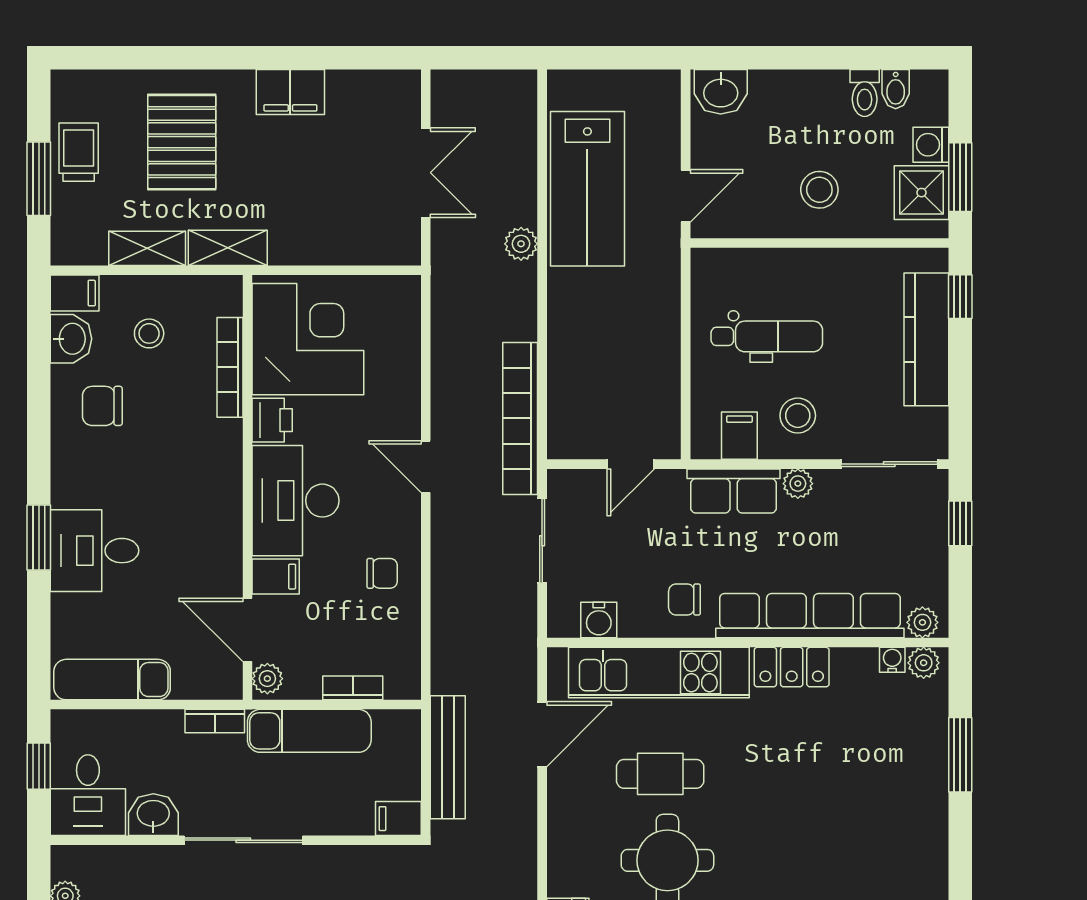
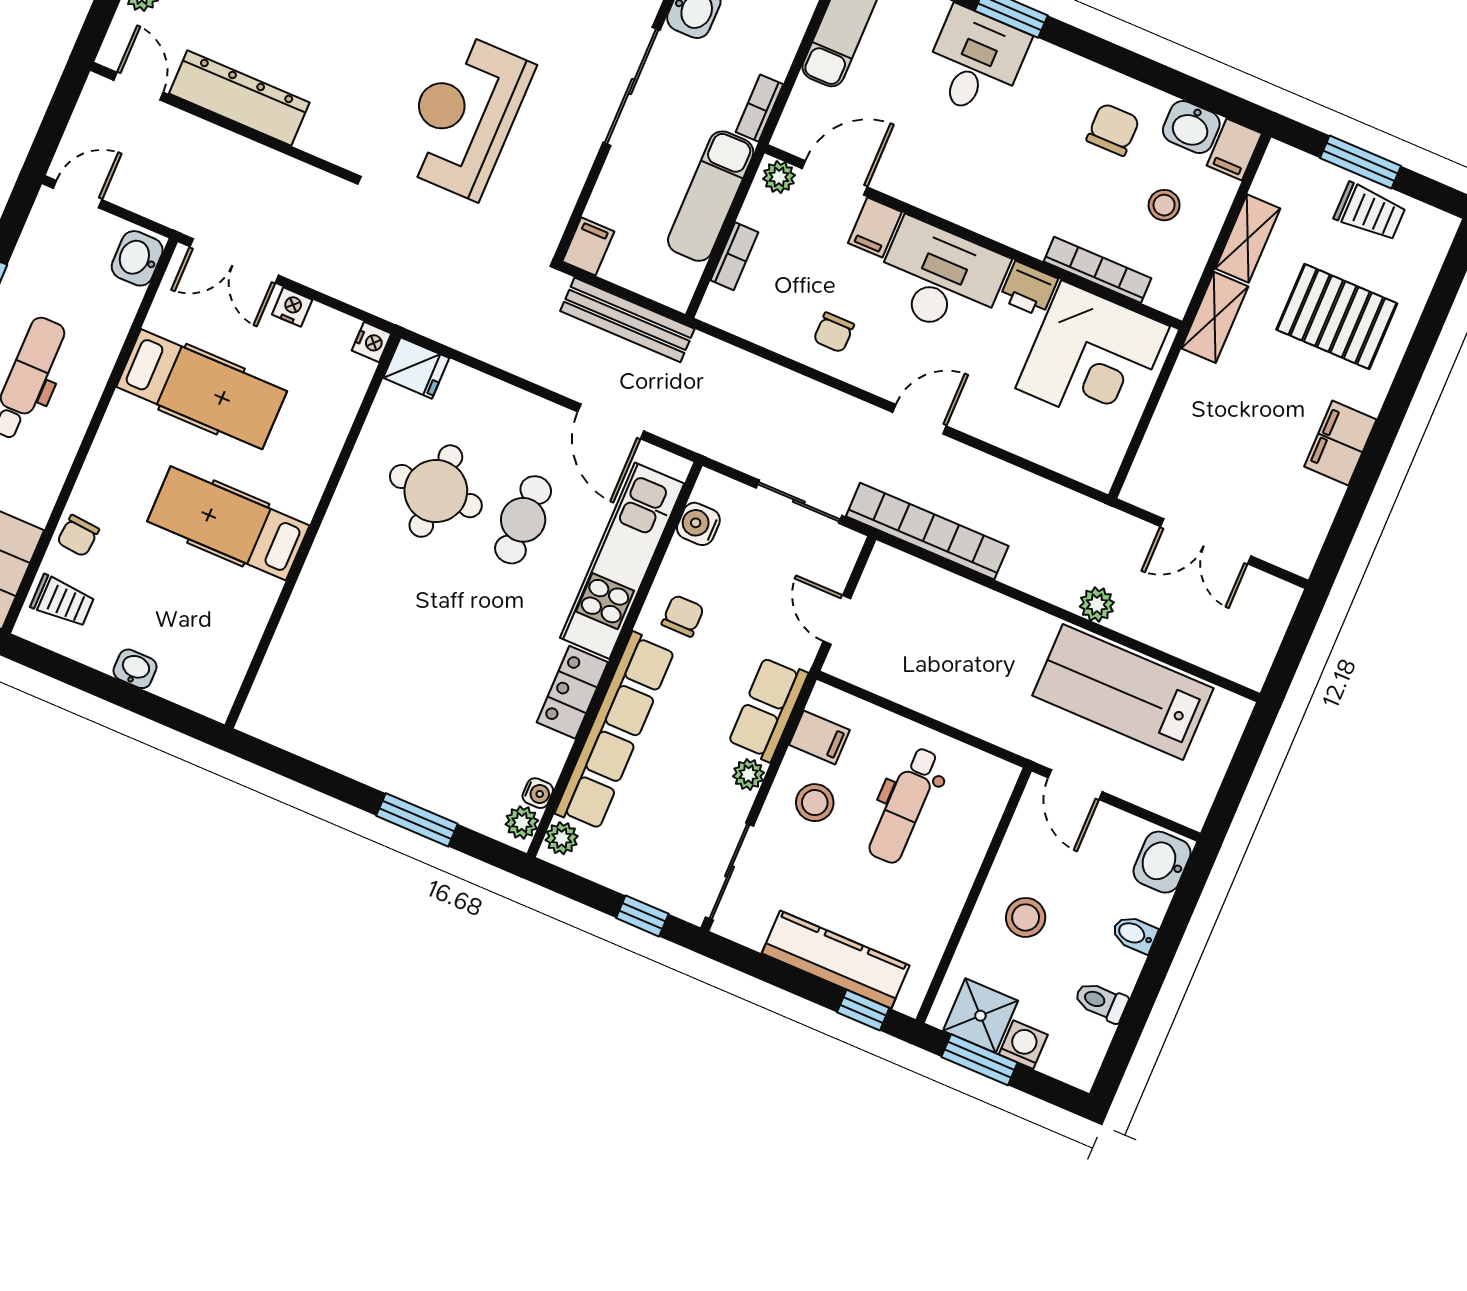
bidet: (896, 89) -> (1134, 934), moved

